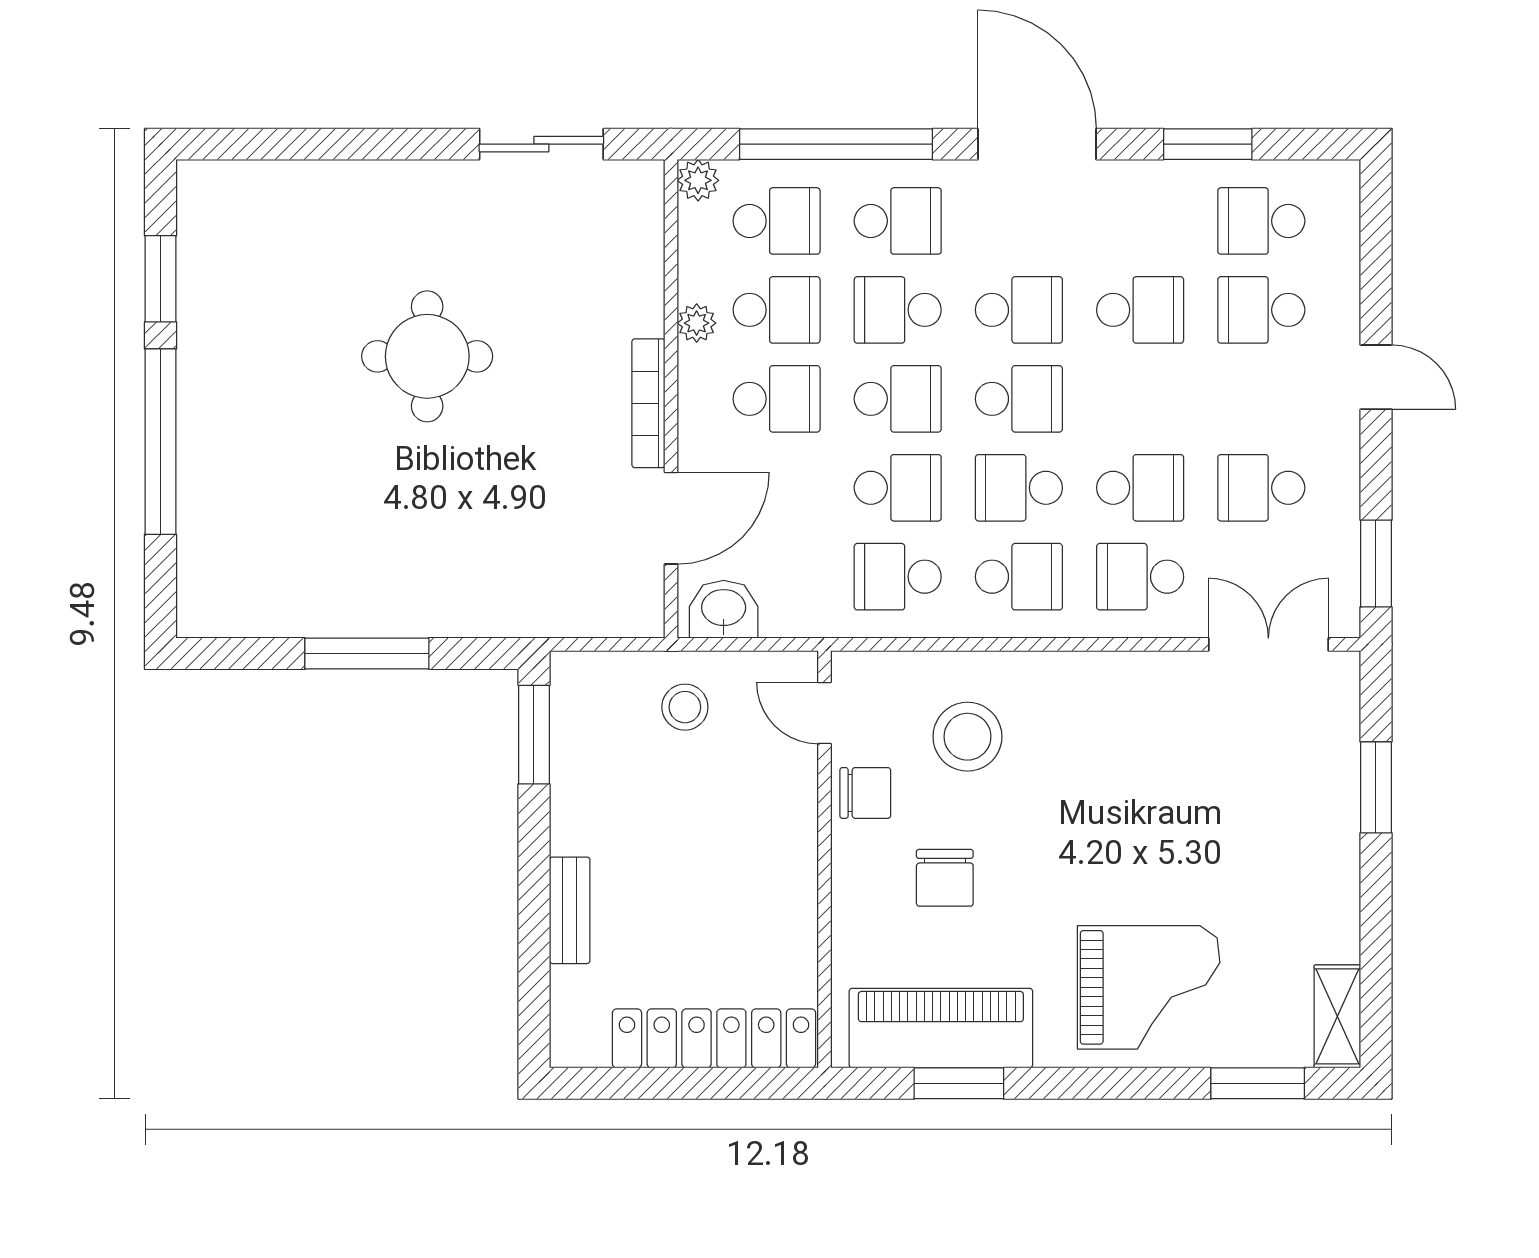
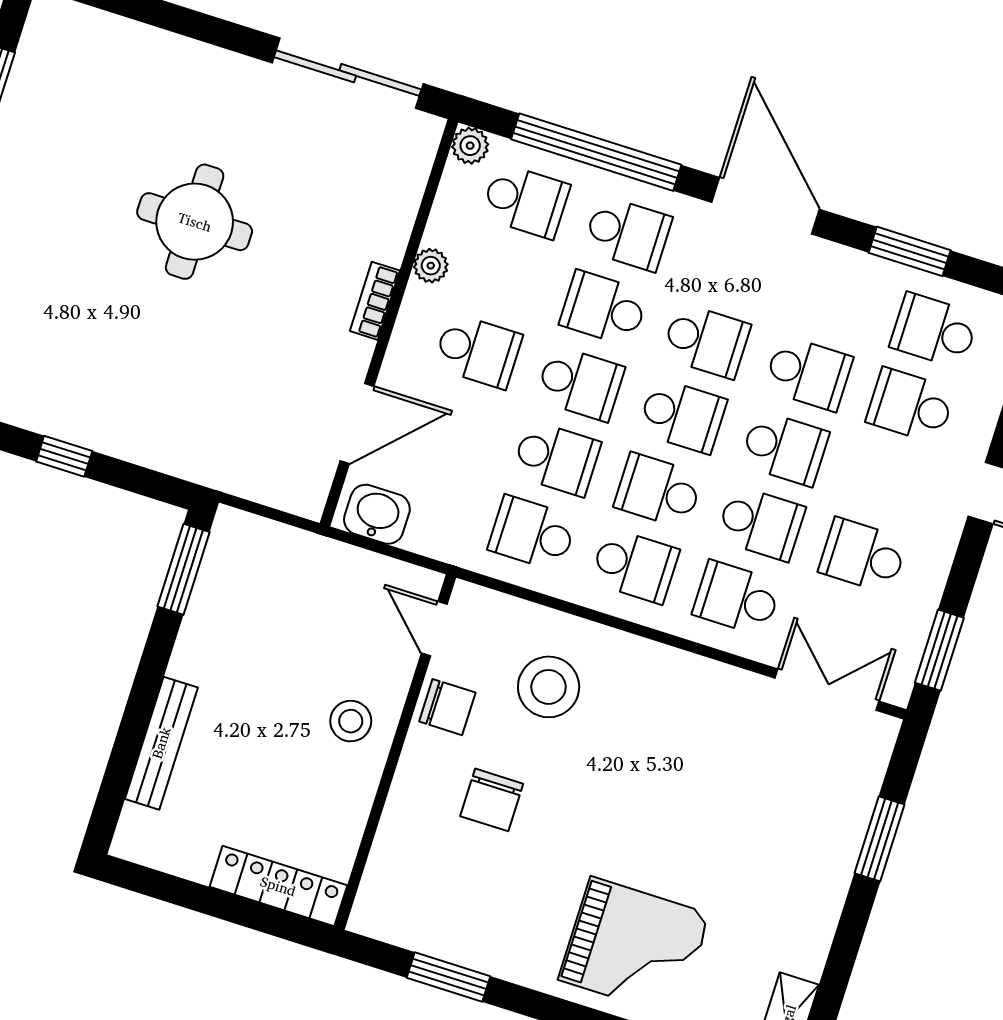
sliding door: (541, 144) -> (348, 73), width x1.37
school desk: (777, 310) -> (784, 448), moved
bookcase: (648, 403) -> (375, 301), width x0.64
window: (367, 654) -> (64, 456), width x0.46
stool: (685, 707) -> (351, 721), moved
bench: (570, 910) -> (161, 743), width x1.36
piano: (941, 1028) -> (448, 926), removed
locker: (714, 1038) -> (278, 886), width x0.71, depth x0.83

